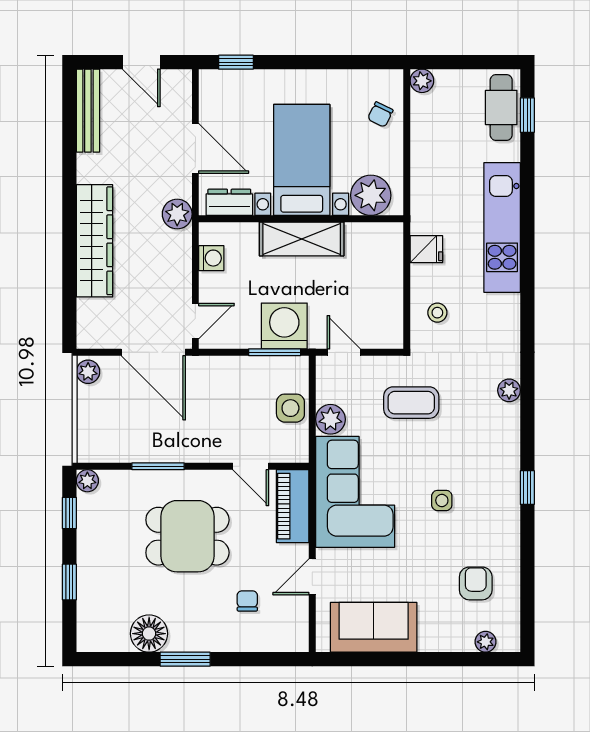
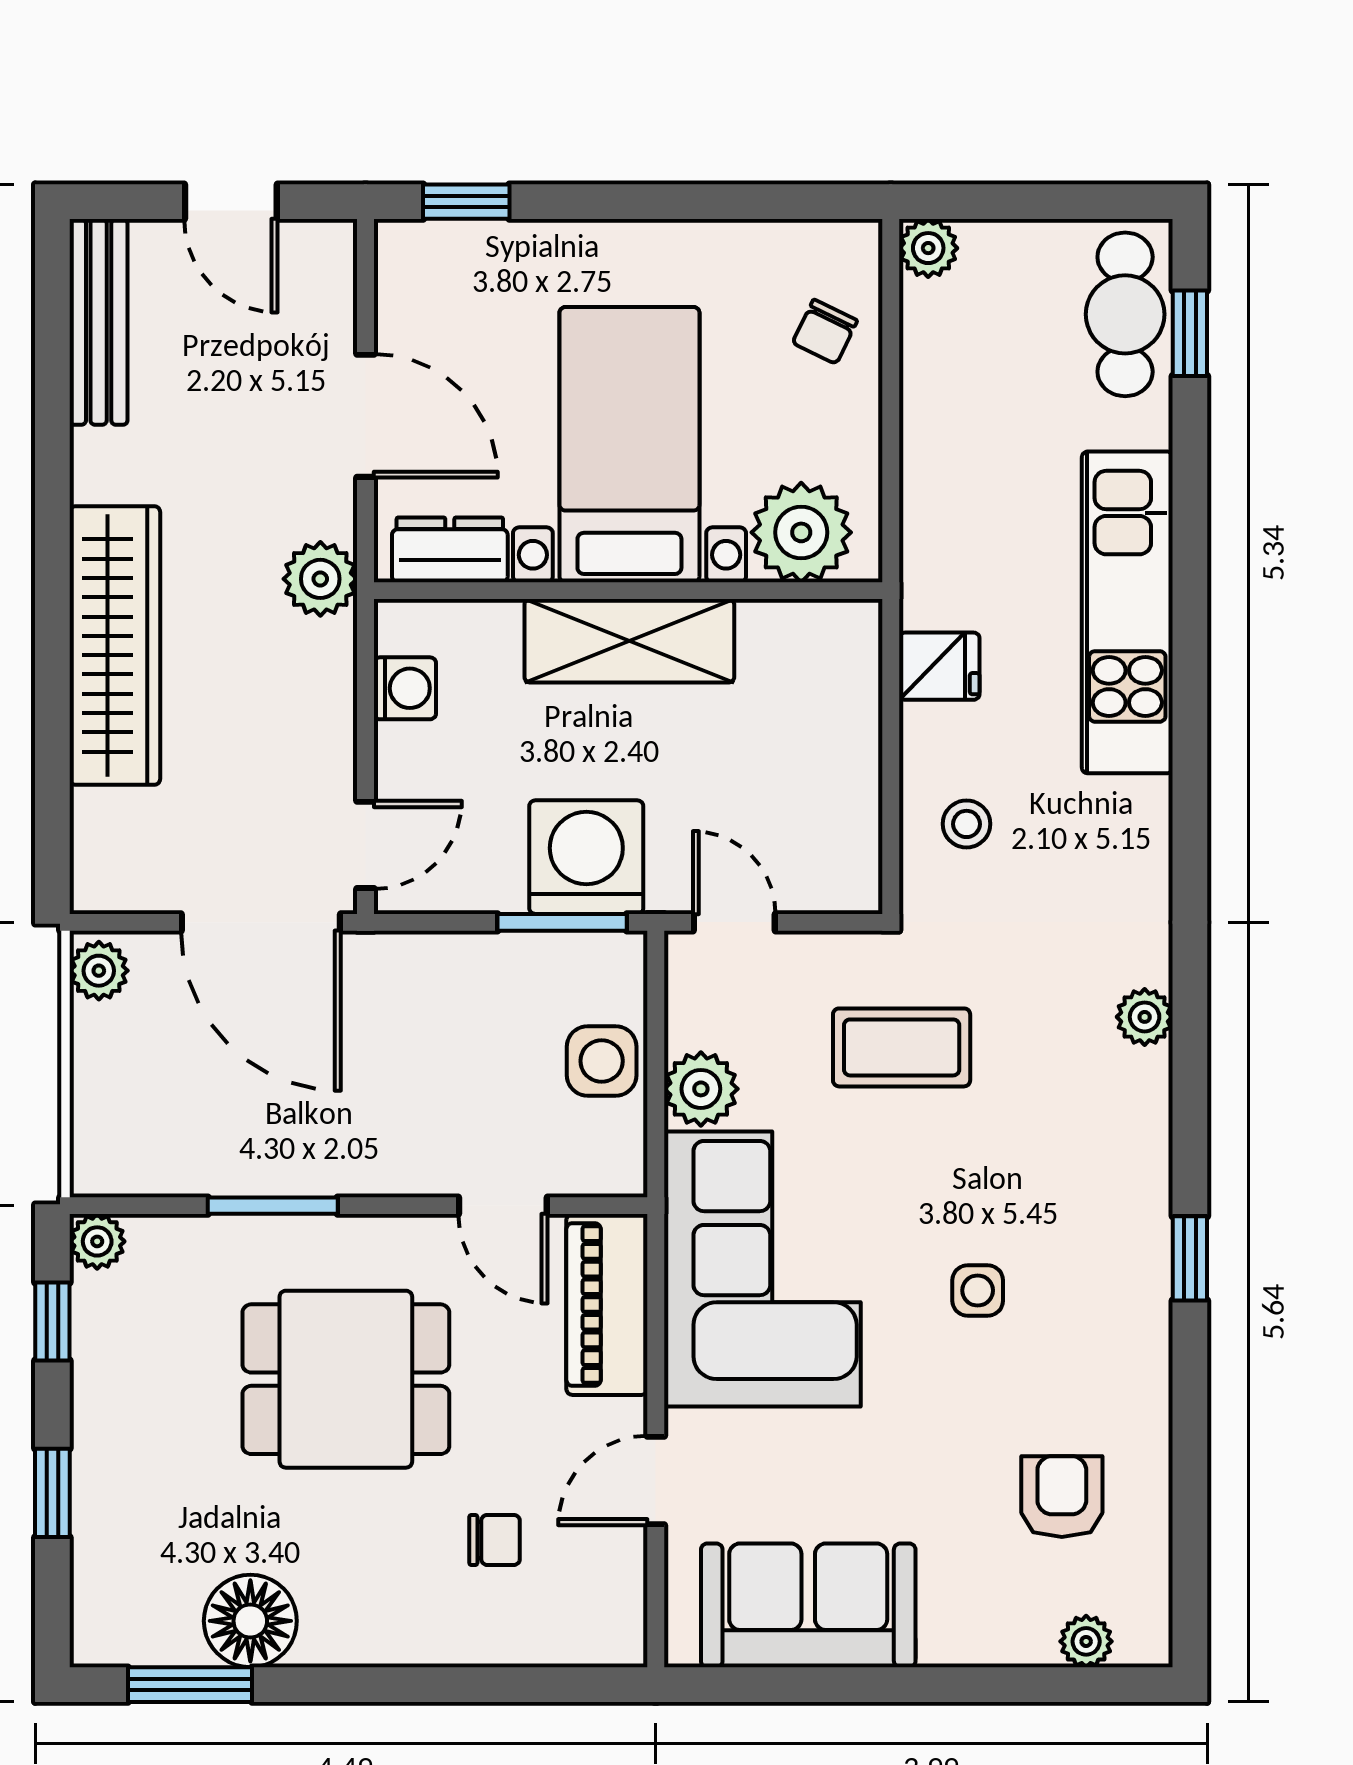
chair: (247, 601) -> (494, 1540), turned 90
window: (185, 659) -> (190, 1685), moved

